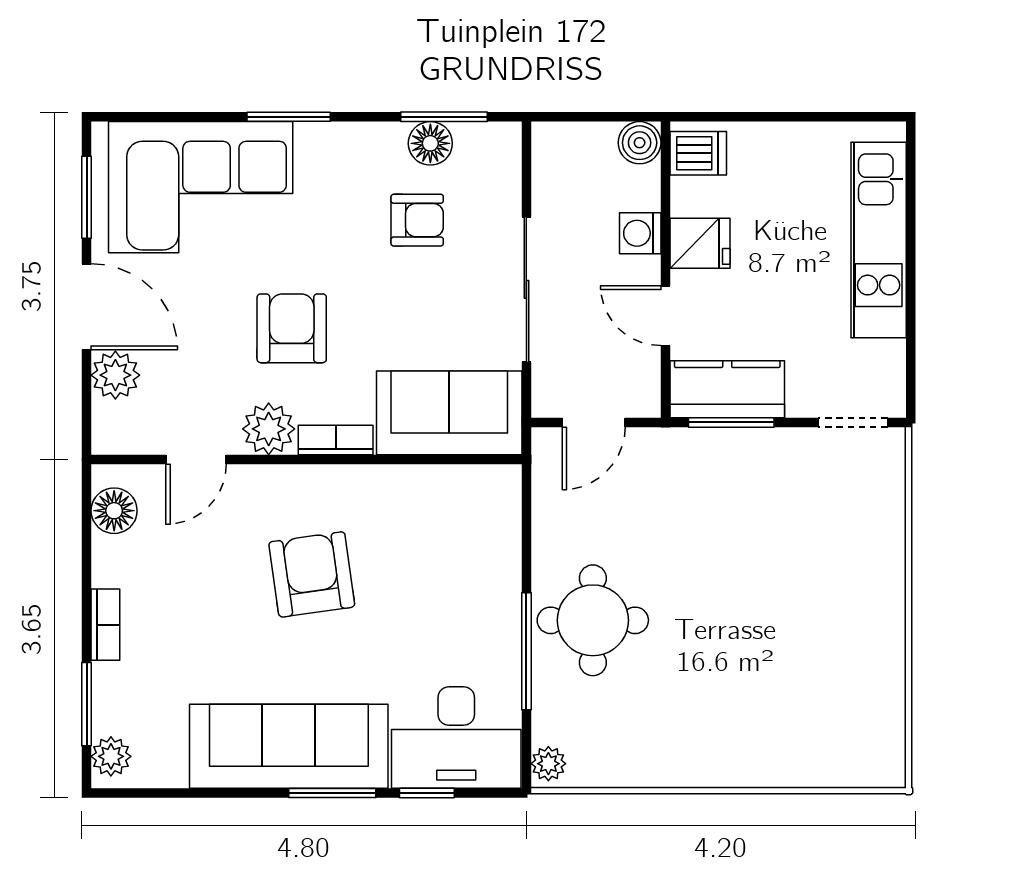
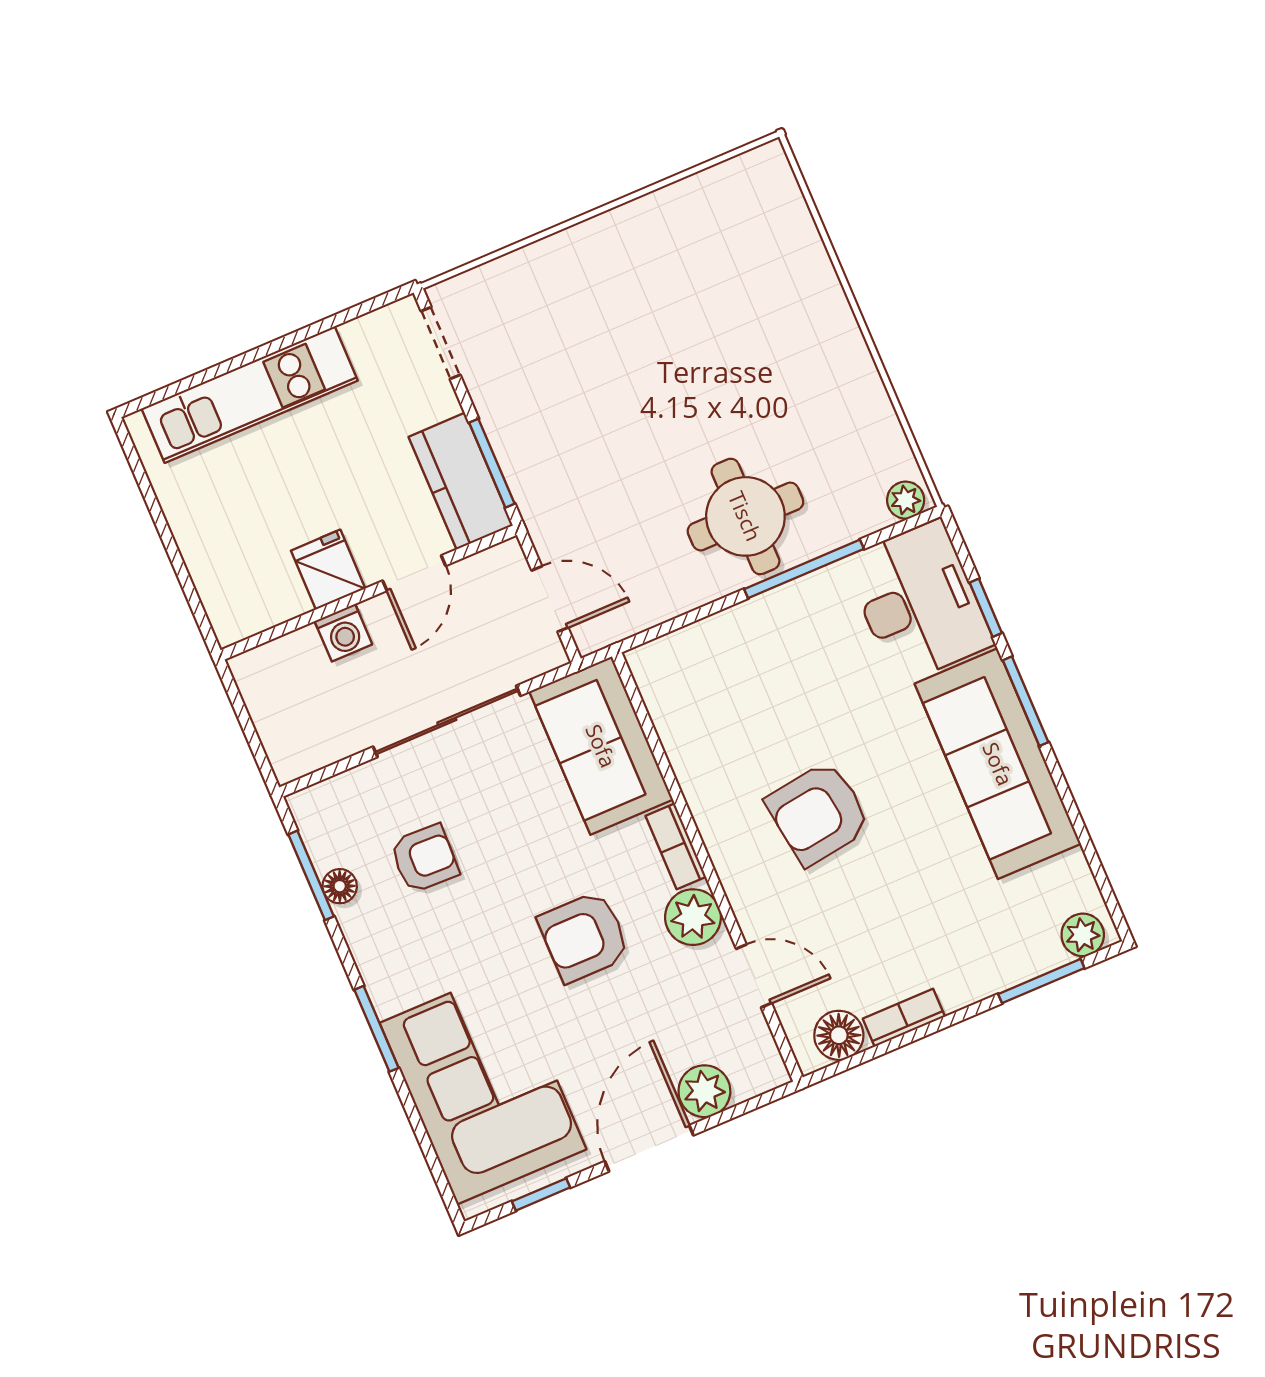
floor lamp: (430, 143) -> (340, 886), width x0.73, depth x0.73
boiler: (640, 143) -> (254, 672), removed
dishwasher: (698, 153) -> (240, 609), removed
window: (87, 197) -> (541, 1194), width x0.67
armchair: (417, 220) -> (424, 858), turned 92
bookcase: (105, 625) -> (904, 1018), moved

